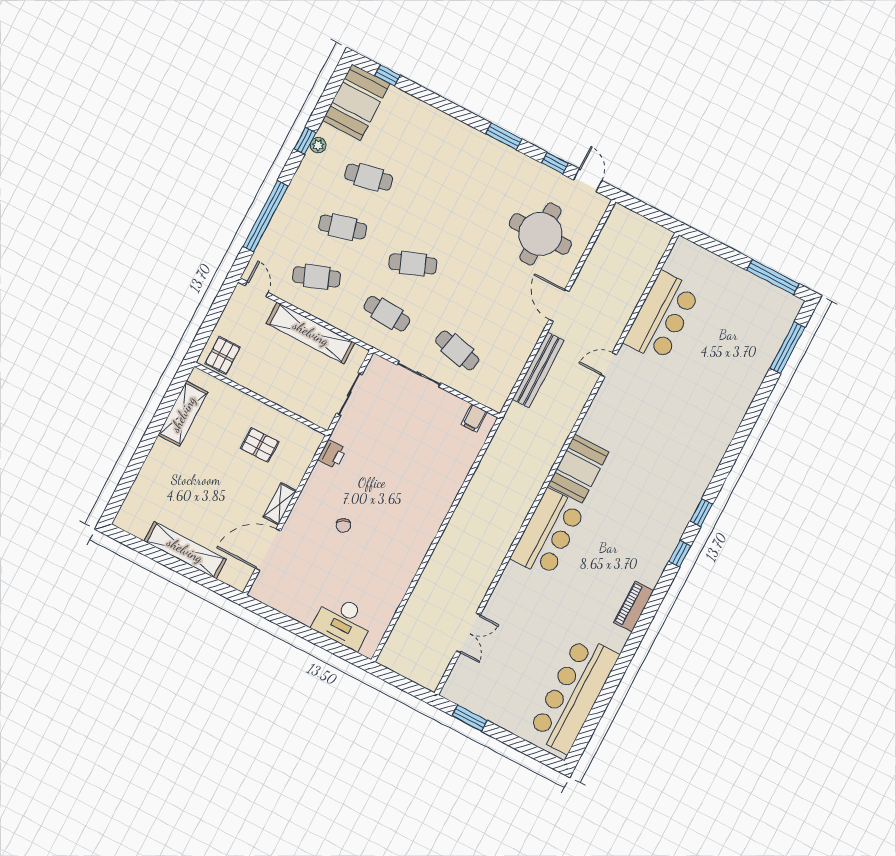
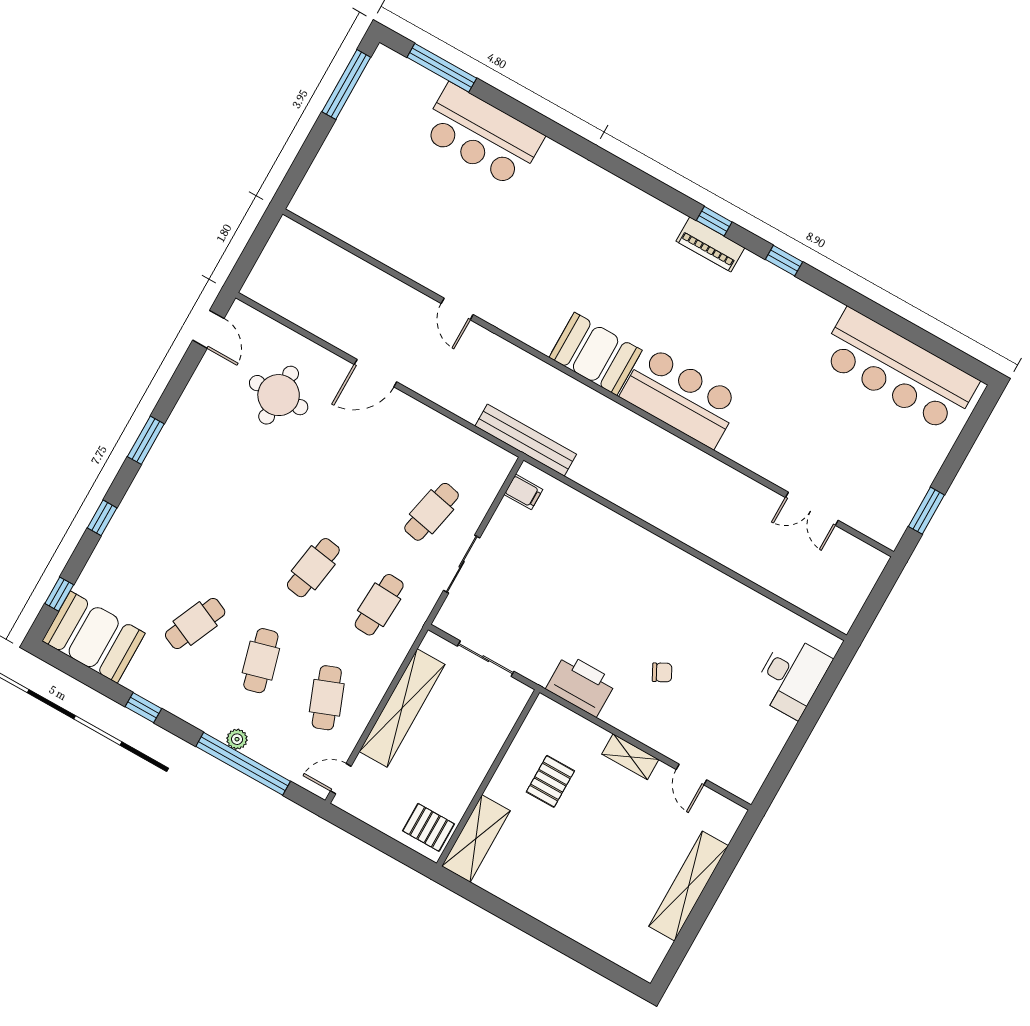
plant: (318, 145) -> (237, 739), moved
window: (555, 163) -> (102, 518), moved
cafe table: (369, 177) -> (195, 624), turned 36
door: (588, 180) -> (208, 329), swing flipped
round table: (540, 234) -> (279, 395), width x0.73, depth x0.73
cafe table: (413, 264) -> (313, 568), turned 30
bar counter: (662, 317) -> (482, 135), moved, turned 180
bench: (538, 370) -> (526, 440), moved
shelving: (183, 414) -> (476, 839), moved, turned 90
printer: (332, 454) -> (581, 685), width x1.87, depth x1.48
window: (701, 513) -> (784, 261), moved
door: (268, 550) -> (691, 775), width x0.53
piano: (634, 607) -> (710, 244), moved
double door: (468, 633) -> (812, 509), swing flipped

